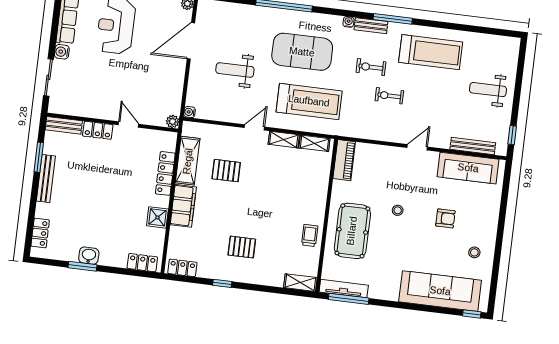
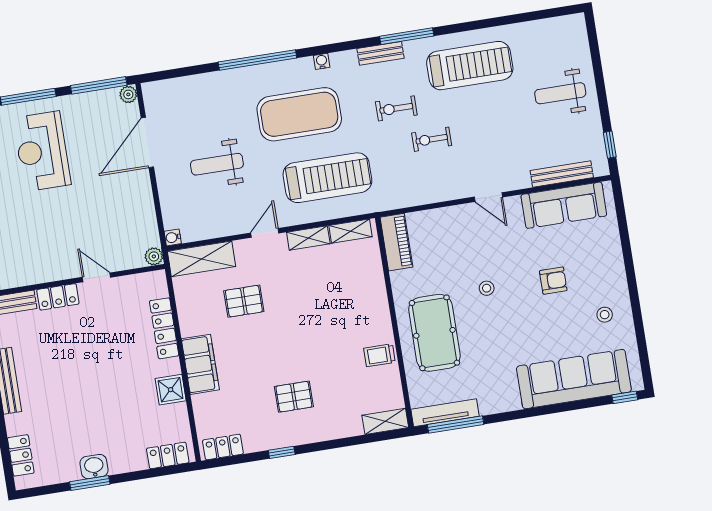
water cooler: (348, 22) -> (322, 61), moved
door: (417, 147) -> (488, 197), swing flipped
shelving: (188, 161) -> (202, 259), moved, turned 90
trolley: (310, 235) -> (379, 355), turned -90

